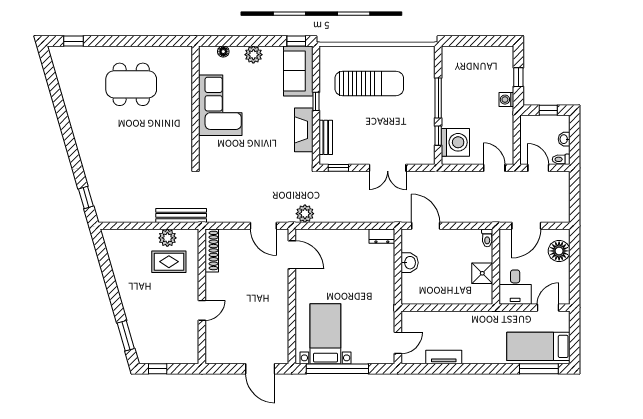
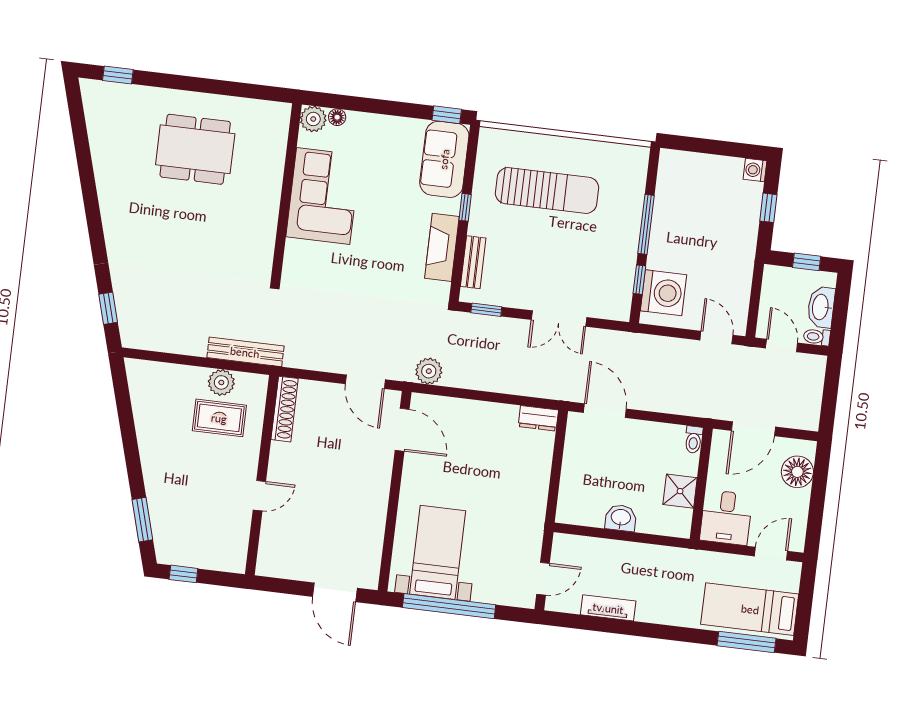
plant: (253, 55) -> (313, 119), moved
washing machine: (506, 100) -> (755, 170), moved
washbasin: (564, 139) -> (821, 307), width x1.91, depth x1.45
washbasin: (410, 263) -> (621, 518), moved, turned -90

